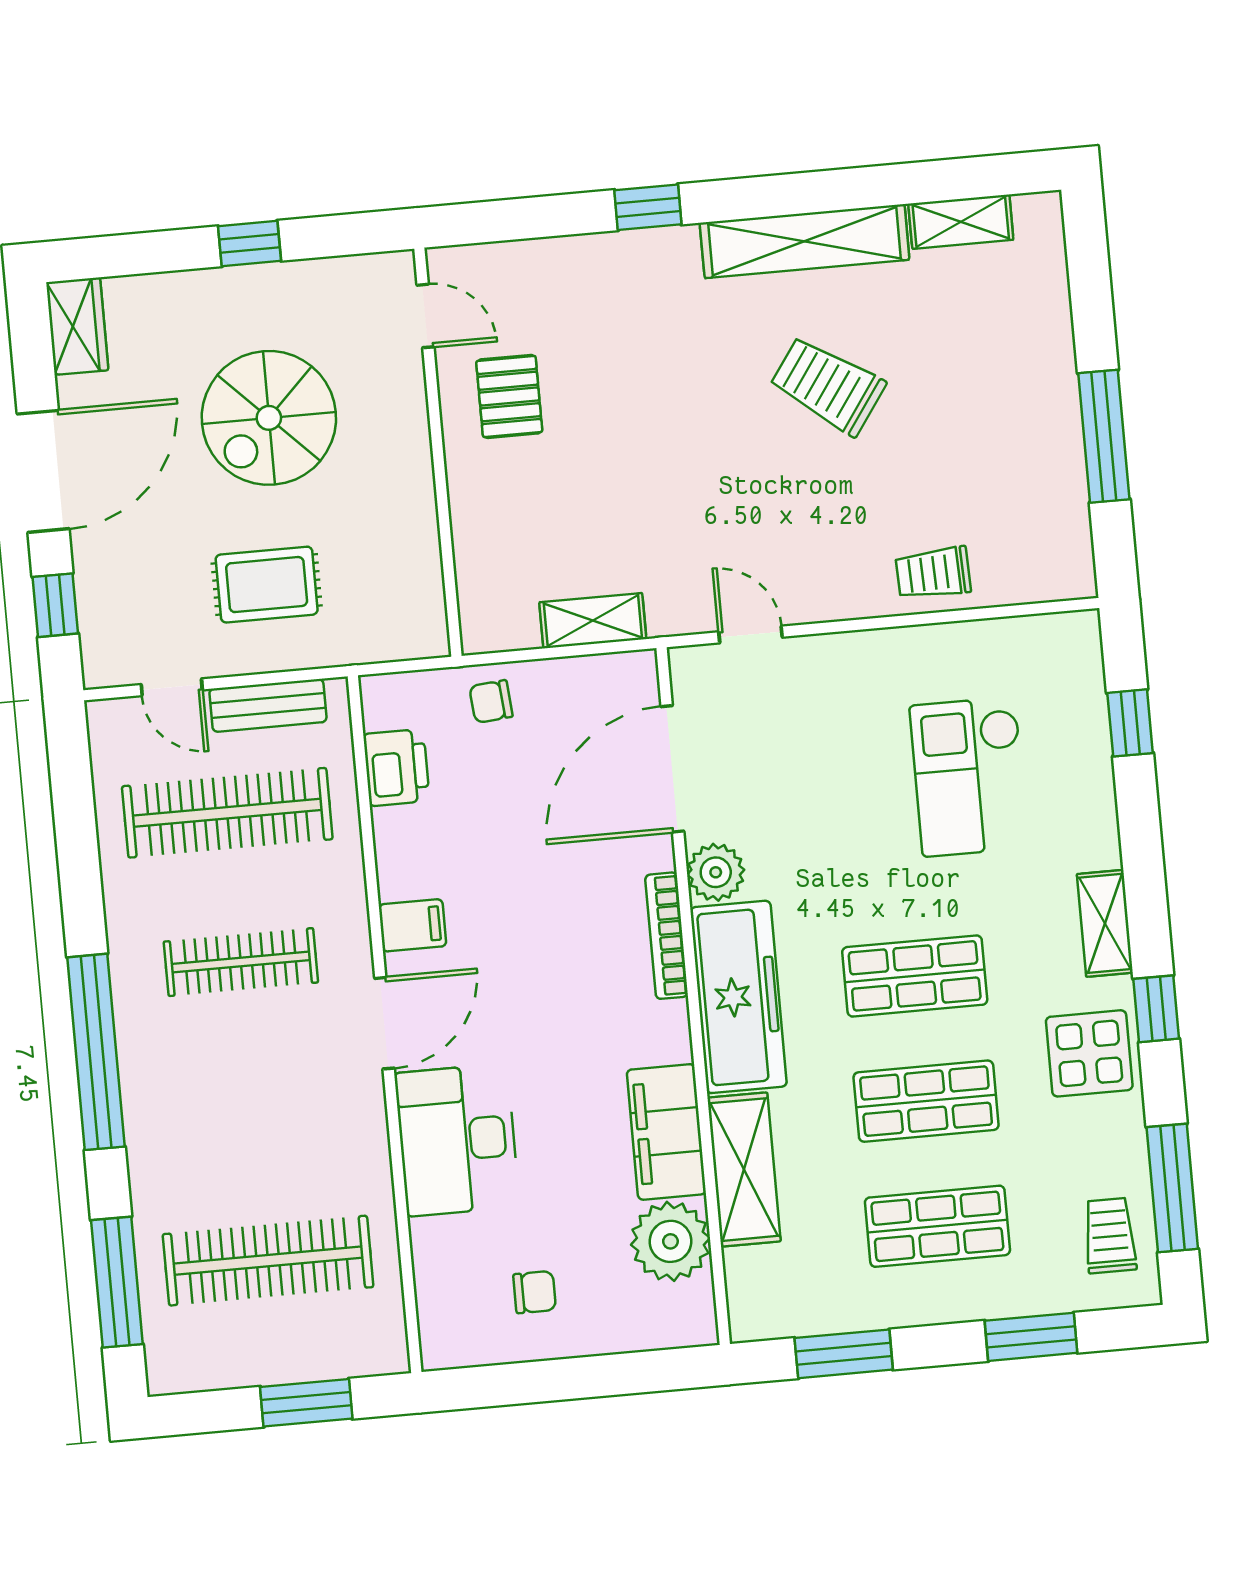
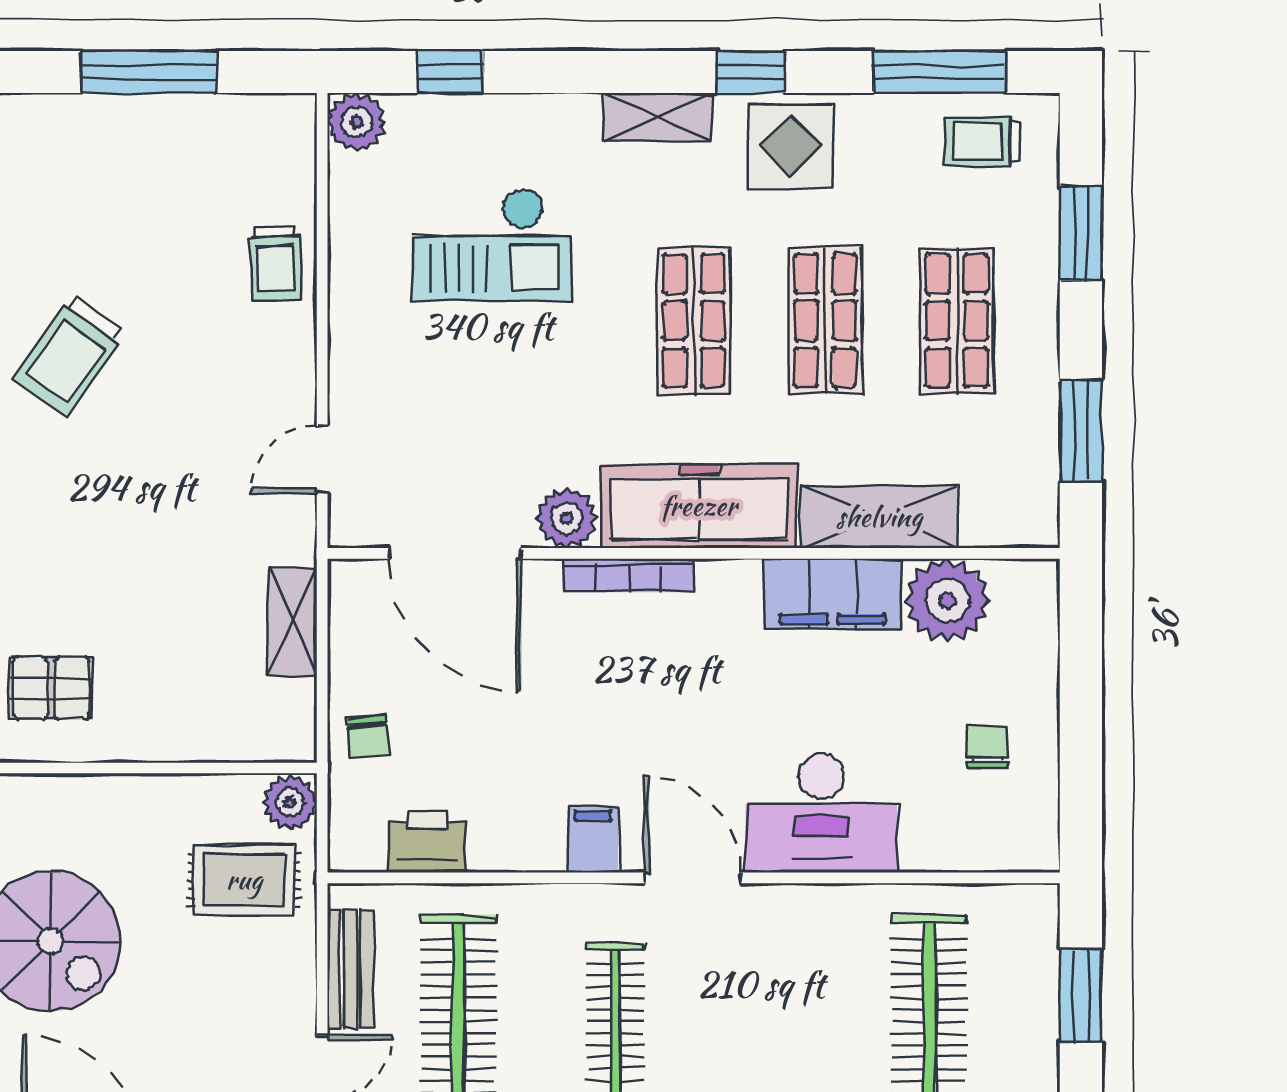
rug: (267, 585) -> (244, 880), moved, turned 90
plant: (421, 634) -> (290, 803), added
plant: (1074, 638) -> (356, 122), added

